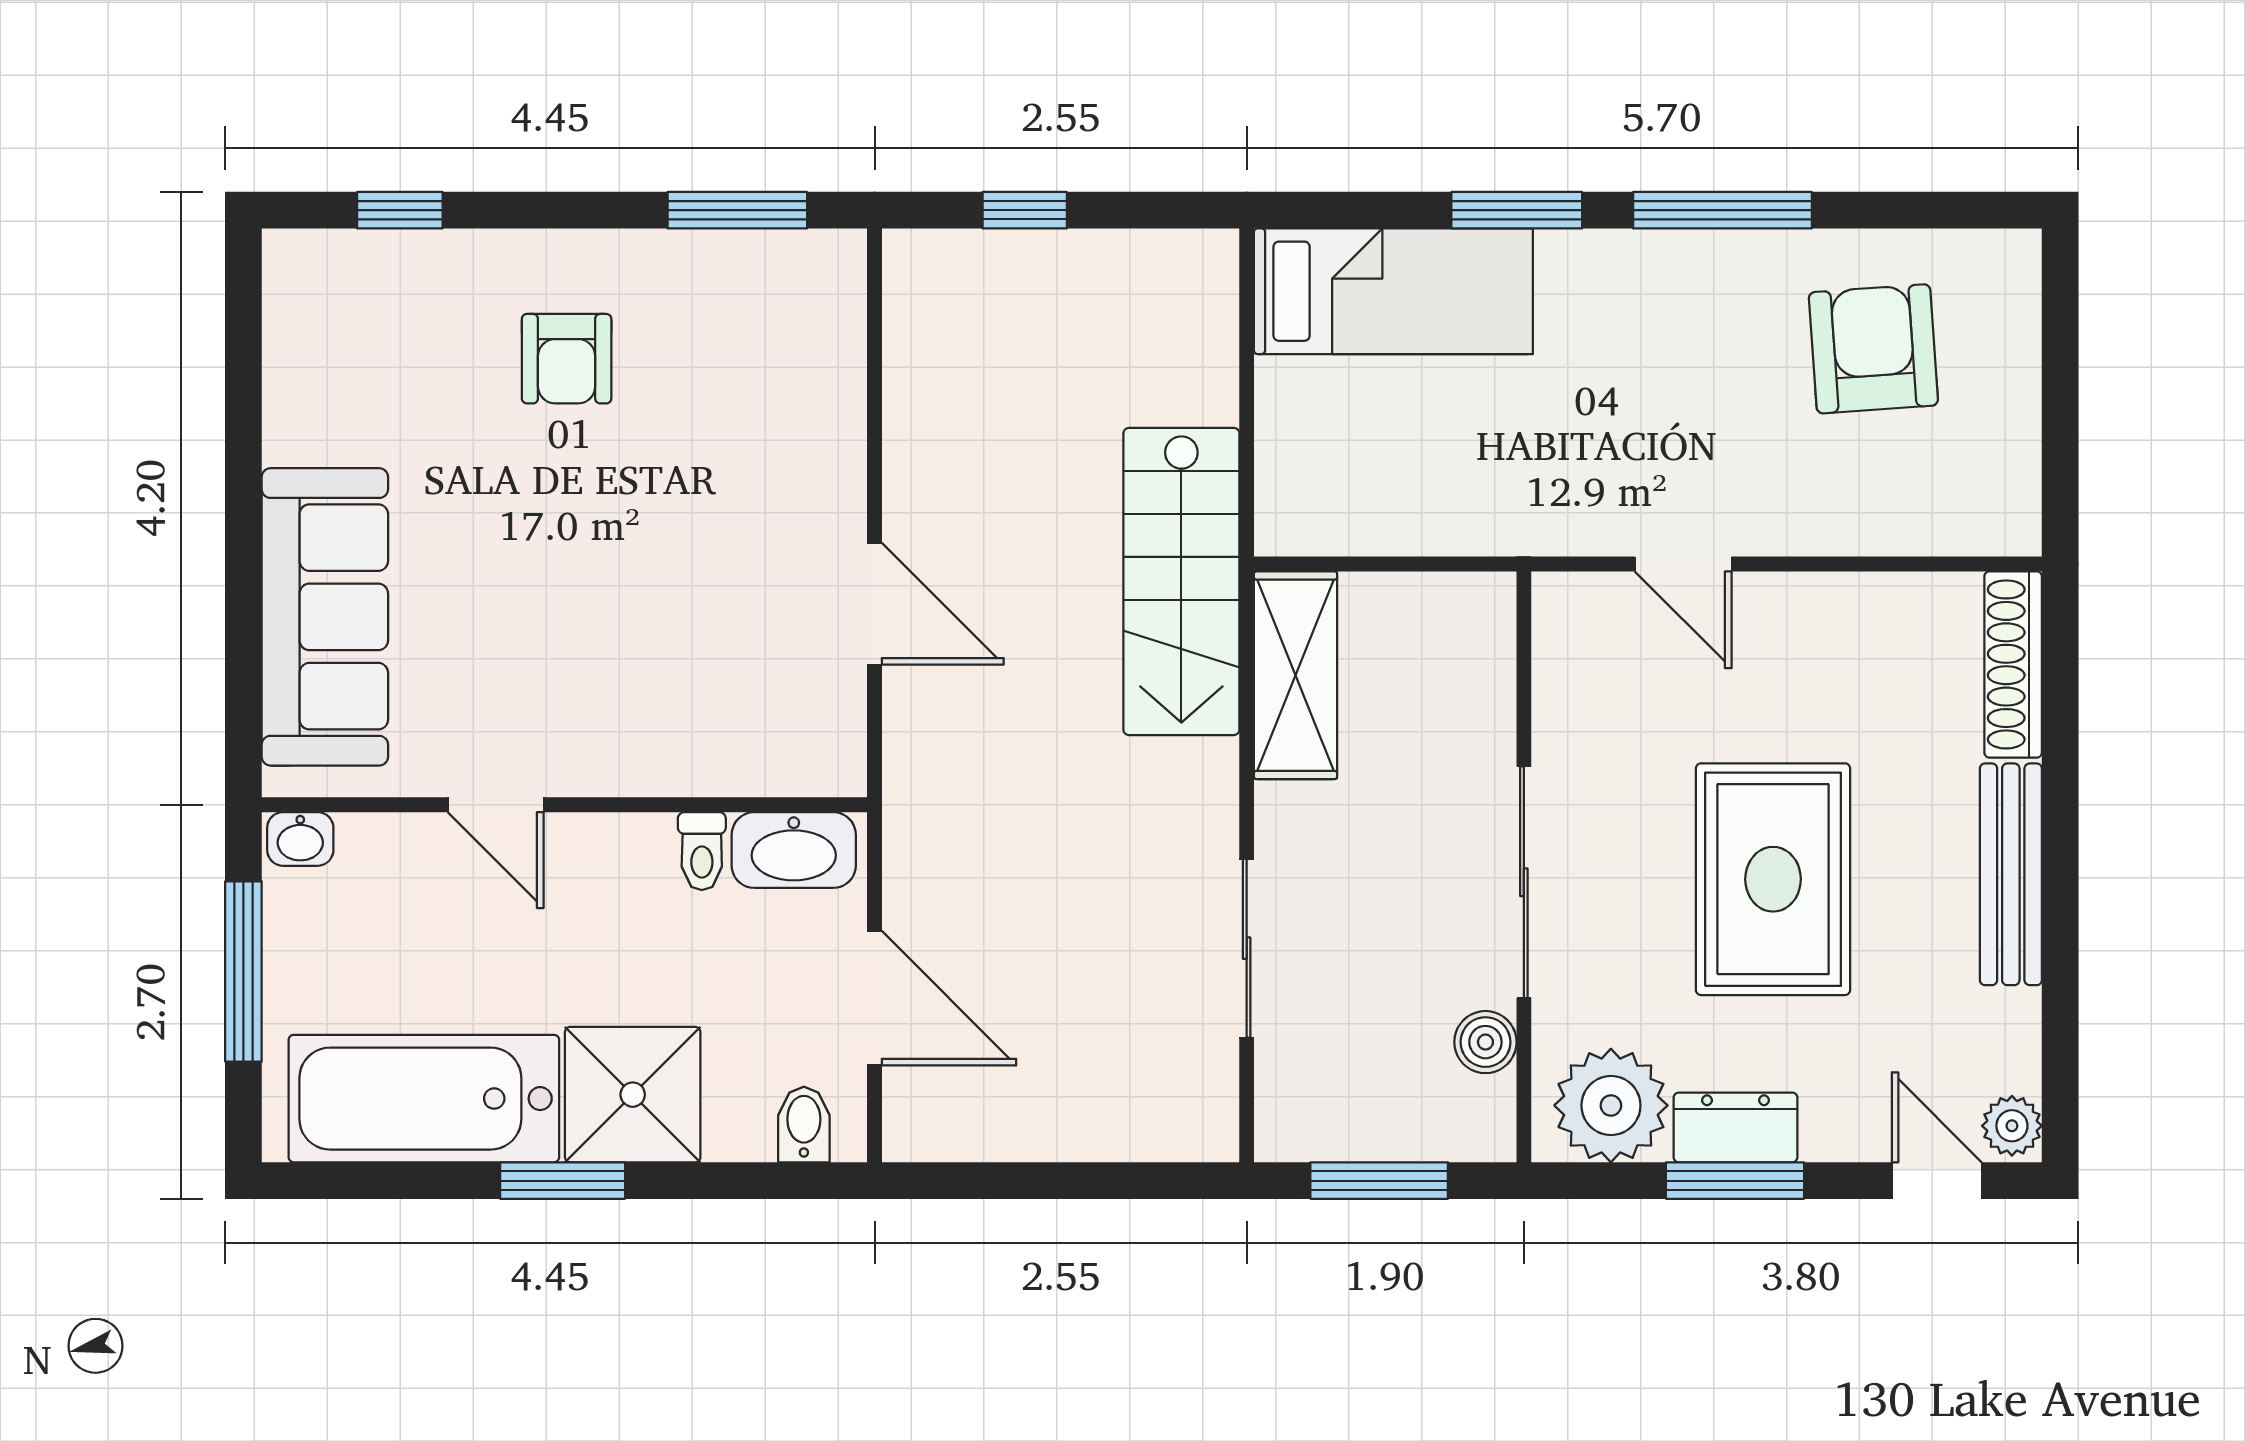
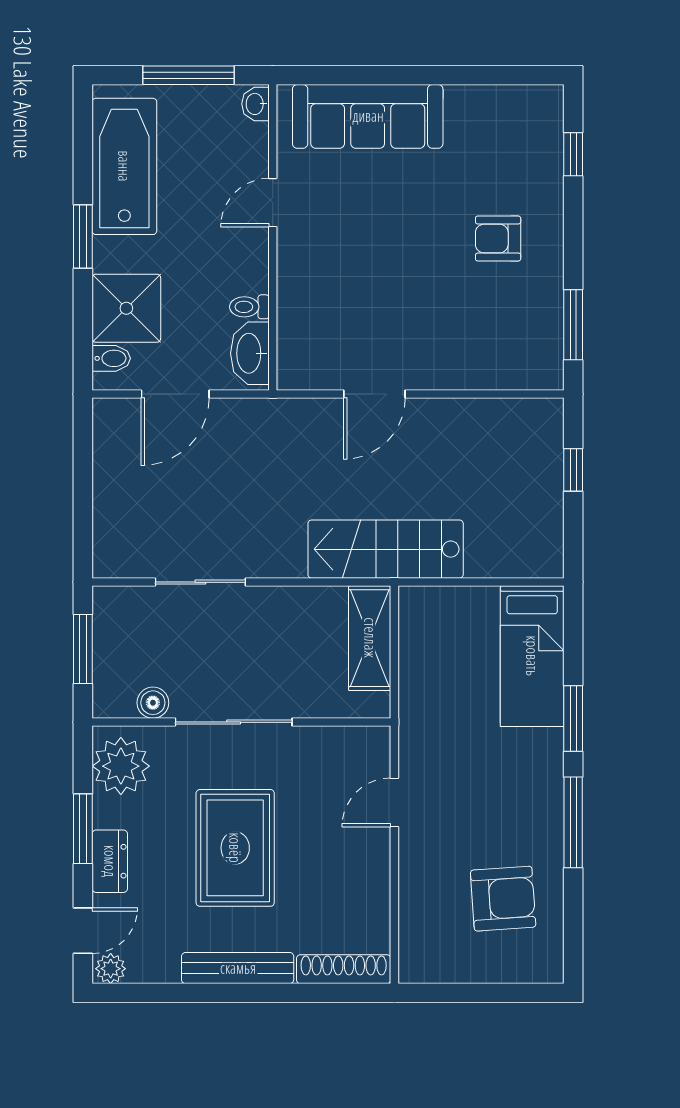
shelving: (1295, 675) -> (370, 638), moved, turned 90
rug: (1773, 879) -> (235, 848), turned 90
shower: (633, 1095) -> (126, 308), moved
dresser: (1736, 1127) -> (110, 861), moved

